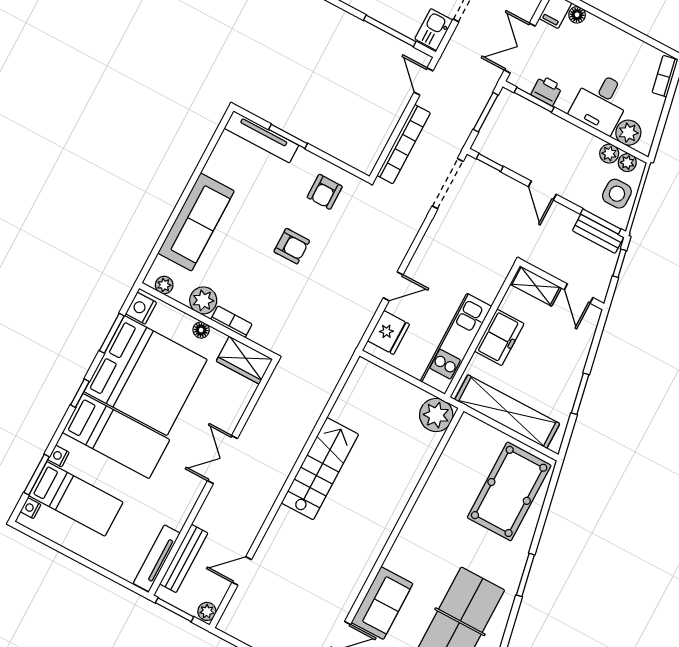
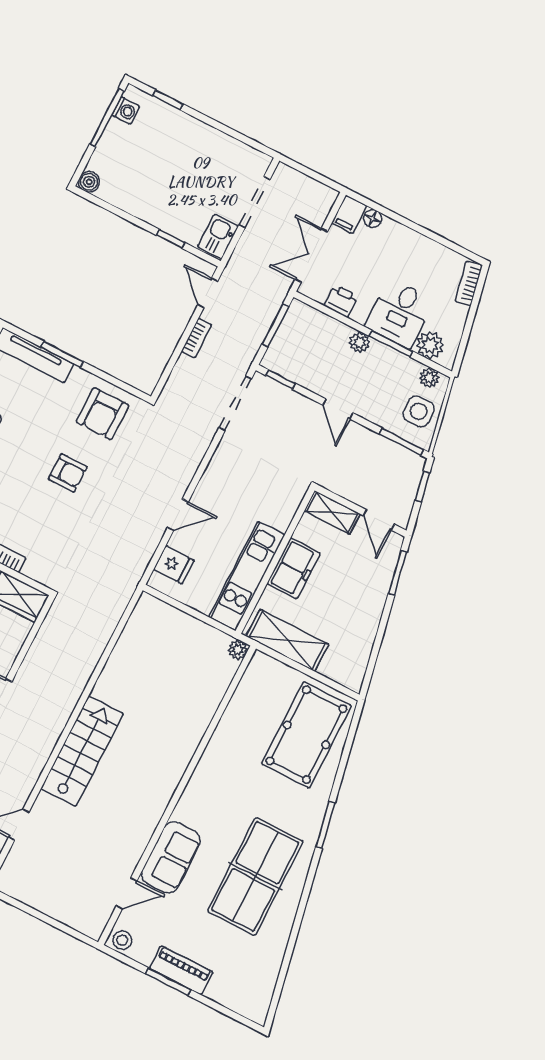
window: (390, 31) -> (171, 239), width x0.46
window: (534, 100) -> (391, 344), moved
bookcase: (404, 144) -> (196, 338), width x0.43, depth x0.76
plant: (609, 154) -> (360, 342), moved
armchair: (325, 192) -> (103, 414), width x1.38, depth x1.38
bench: (598, 234) -> (399, 455), removed
fridge: (389, 332) -> (174, 565), width x0.72
window: (580, 394) -> (398, 573), moved
shelving: (507, 412) -> (287, 640), width x0.68
plant: (436, 415) -> (238, 650), width x0.53, depth x0.53
stairs: (320, 469) -> (82, 751), moved

